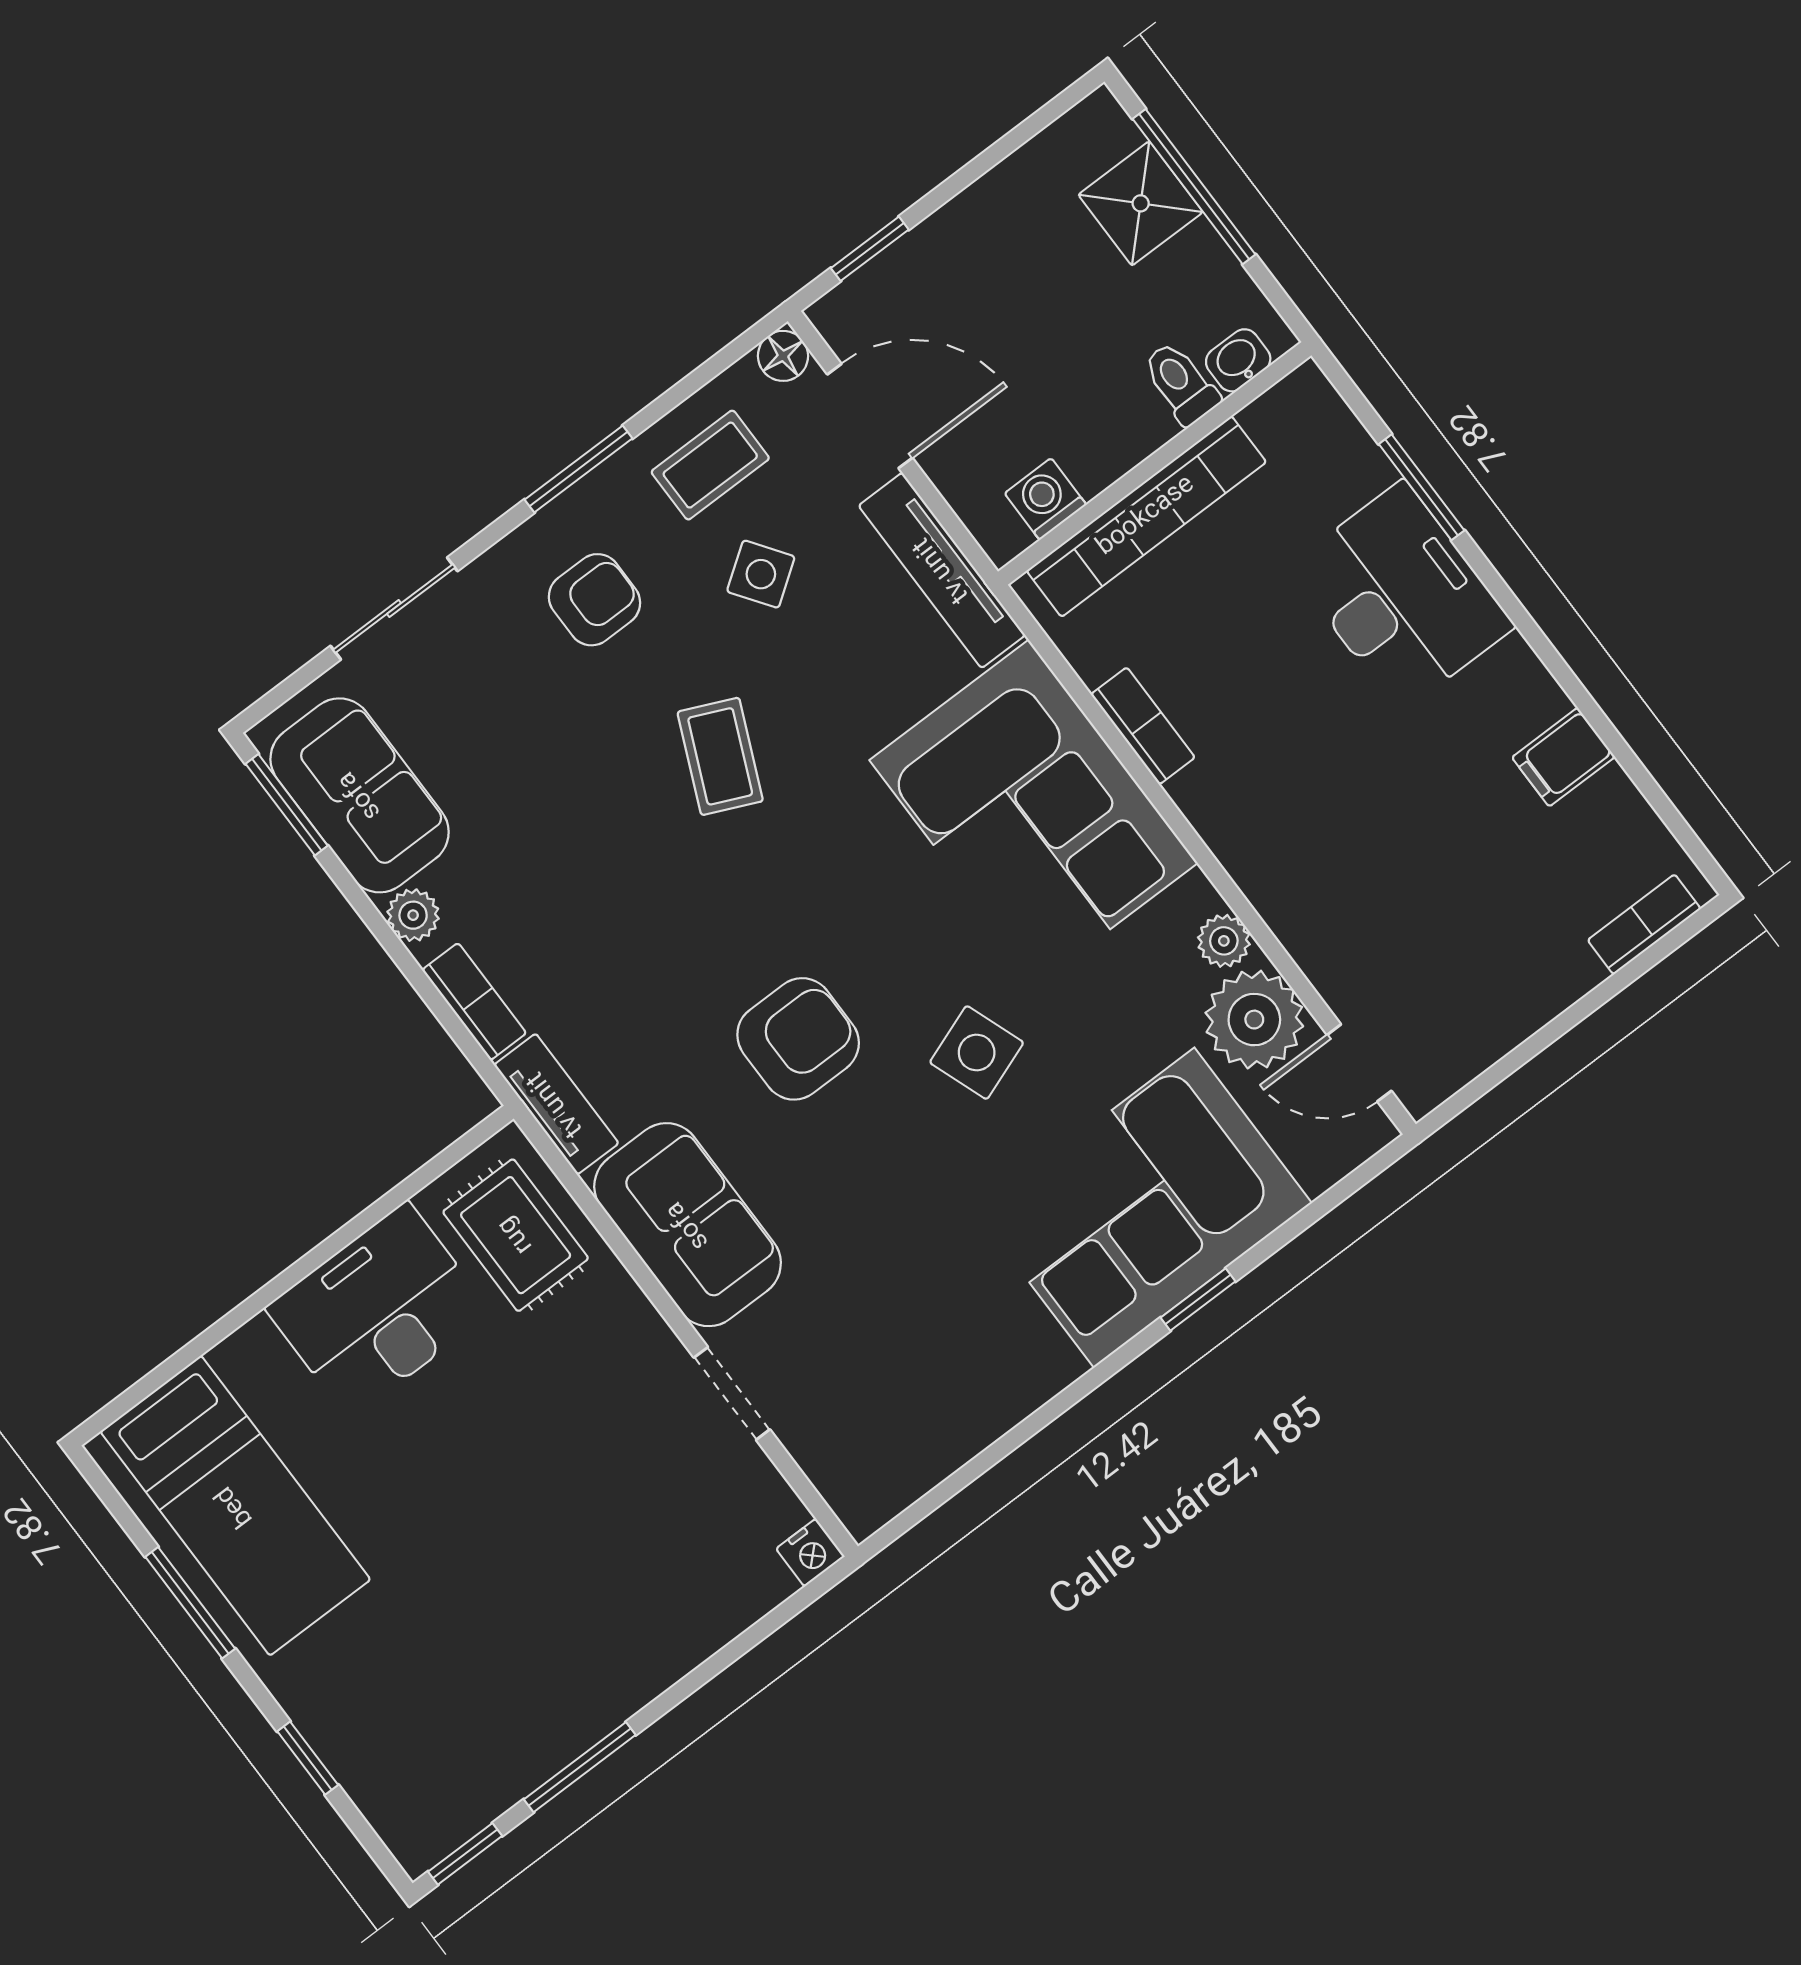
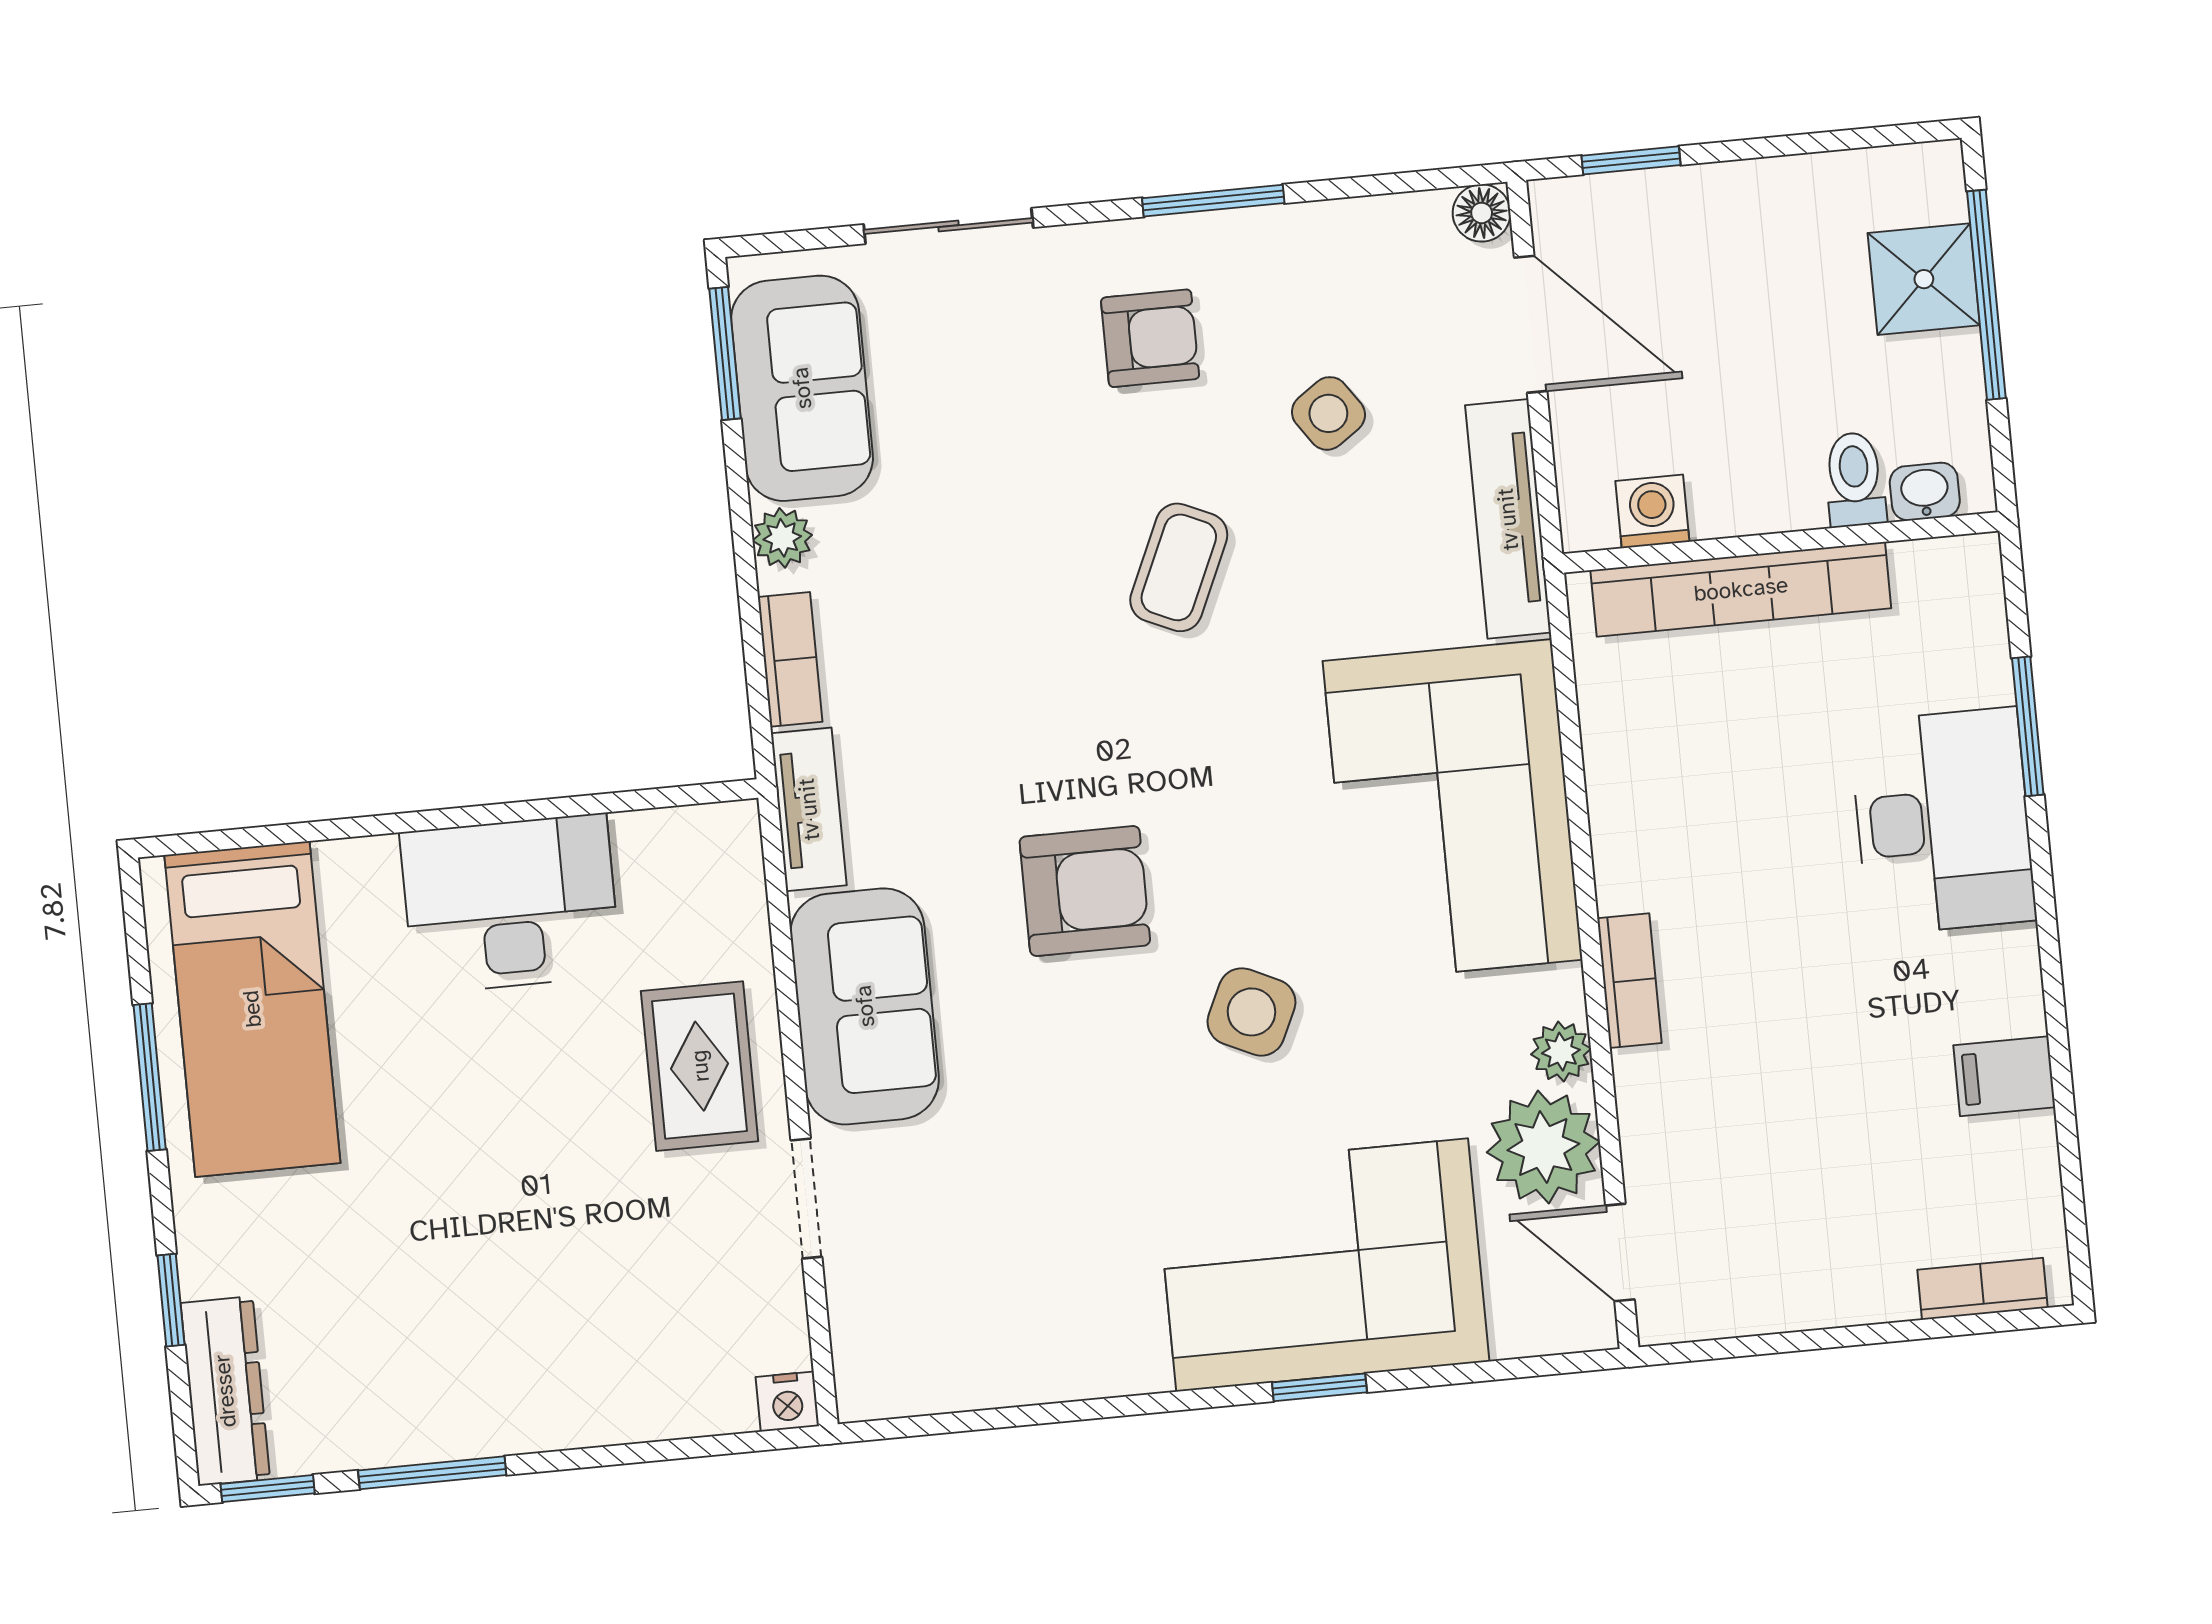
coffee table: (710, 465) -> (1345, 276), removed
bookcase: (1143, 726) -> (1629, 981), moved
side table: (977, 1053) -> (1251, 1012), turned 45
rug: (516, 1235) -> (700, 1066), moved
dresser: (389, 1801) -> (225, 1391), added

